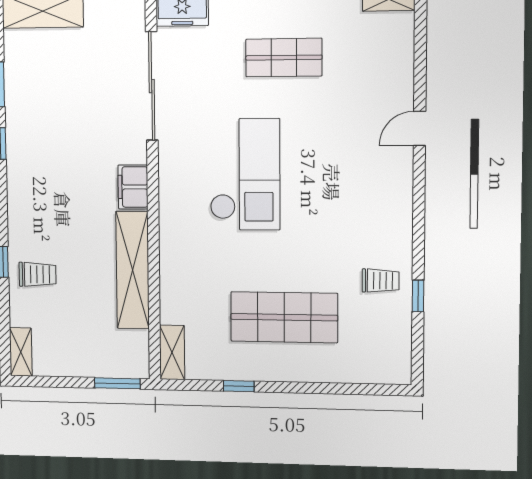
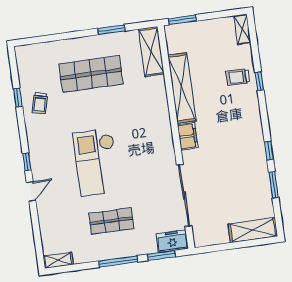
checkout: (245, 174) -> (96, 162), moved
window: (419, 182) -> (27, 162), added
trolley: (381, 281) -> (40, 103), turned -75
shelving: (172, 352) -> (151, 52), width x1.50, depth x1.33
window: (239, 386) -> (111, 30), width x1.50

